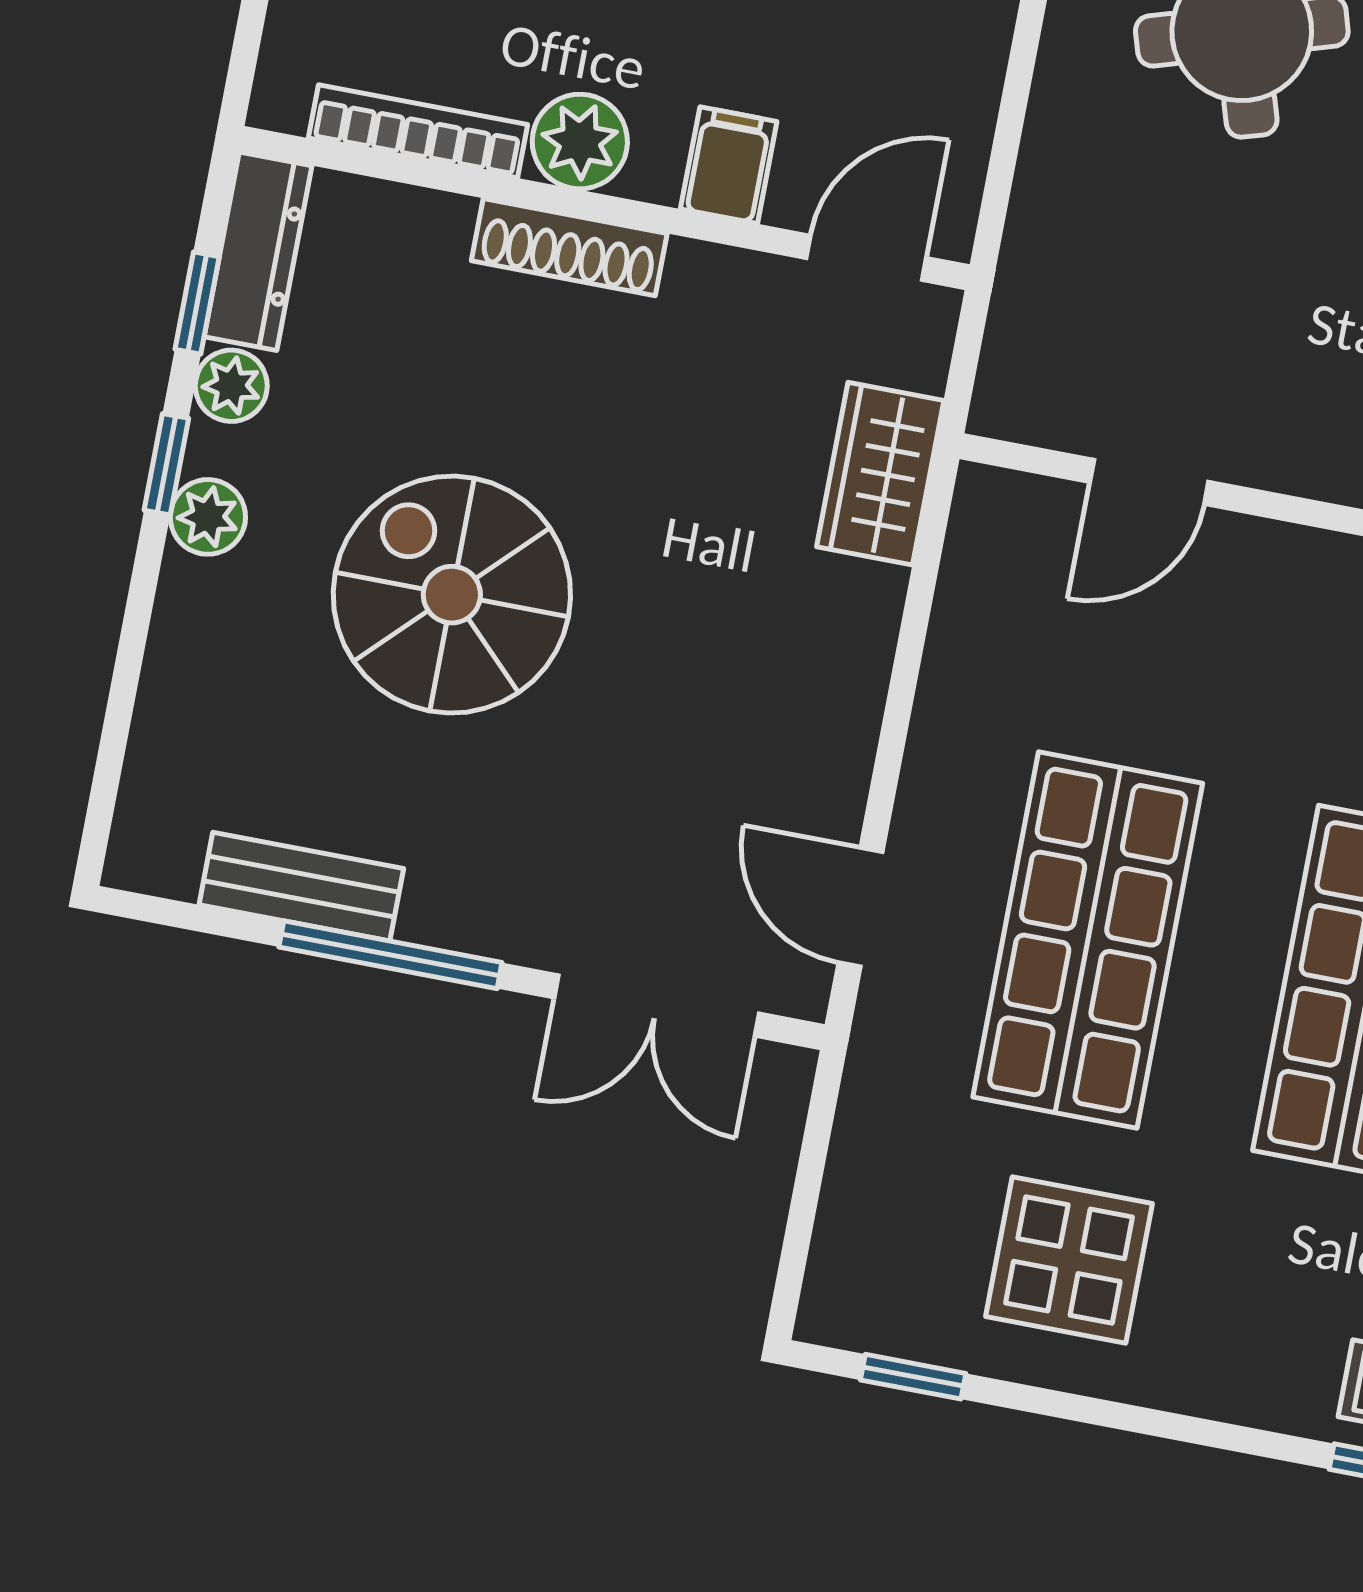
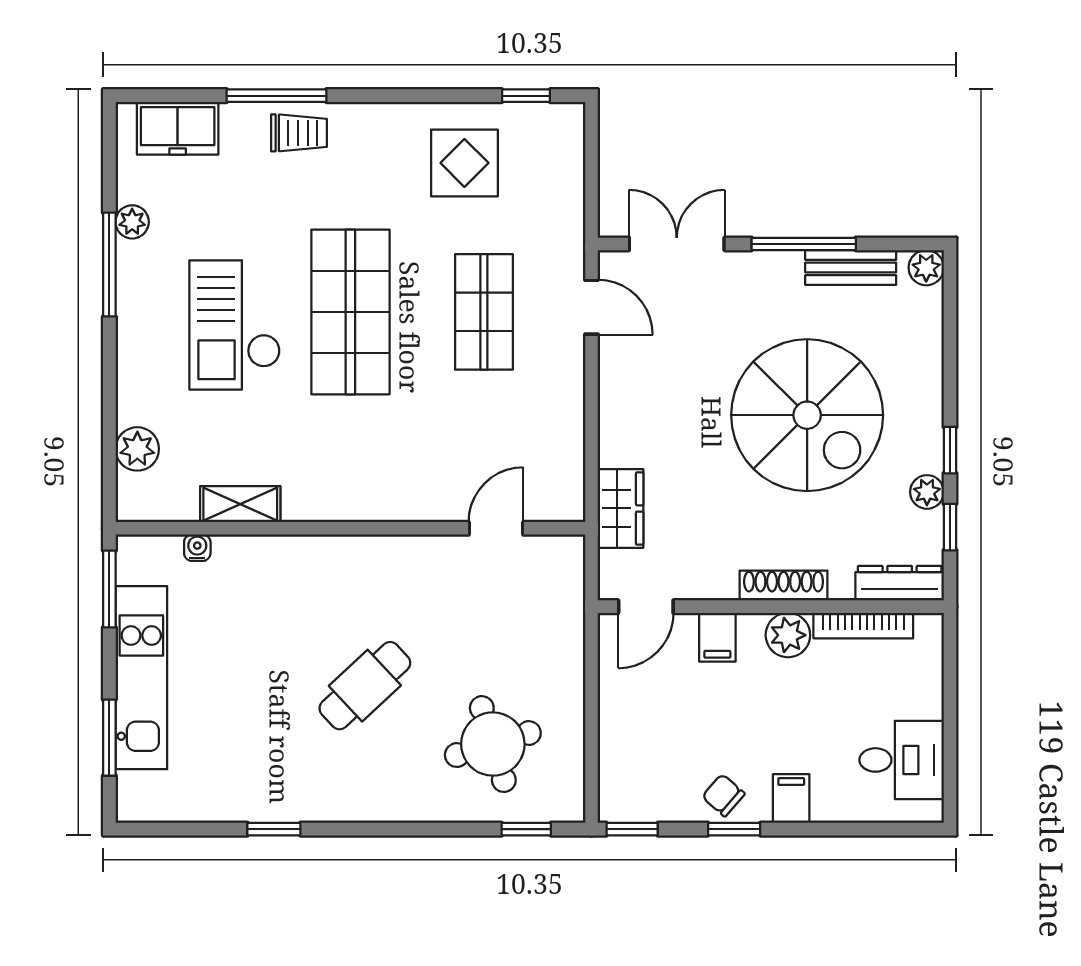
dresser: (258, 251) -> (900, 583), moved, turned 90
plant: (208, 517) -> (926, 268), moved
spiral stairs: (452, 595) -> (807, 415), width x1.37, depth x1.37
shop shelf: (1088, 940) -> (484, 312), width x0.70, depth x0.74

